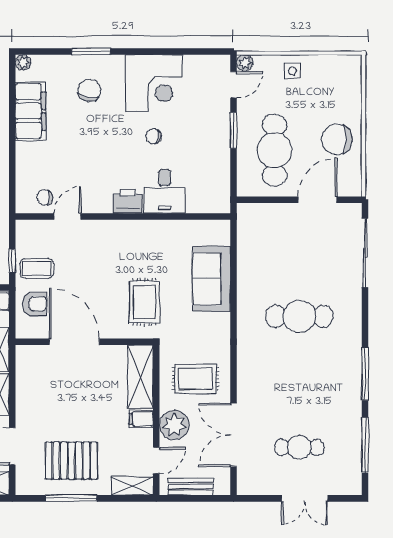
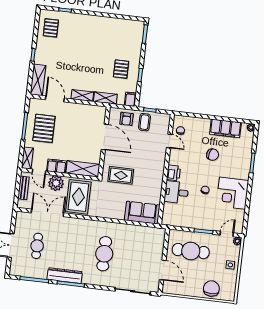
door: (234, 85) -> (227, 234), swing flipped
chair: (89, 90) -> (213, 155), moved
chair: (337, 139) -> (211, 289), moved
sofa: (212, 279) -> (142, 213), moved
door: (74, 342) -> (105, 137), hinge flipped
rug: (195, 379) -> (78, 197), width x1.36, depth x1.43
dresser: (350, 387) -> (65, 275), added
filing cabinet: (141, 419) -> (57, 166), width x2.00

